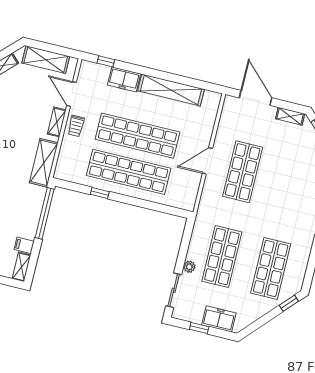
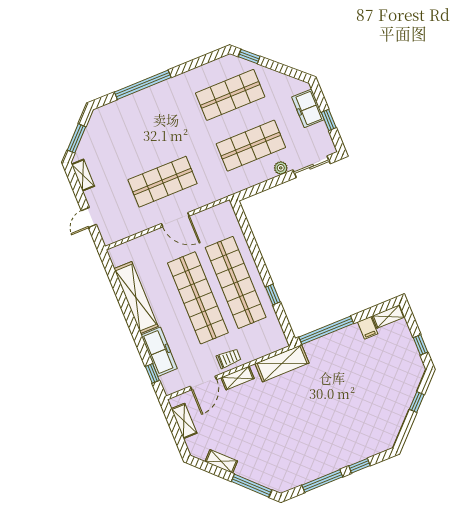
shelving: (46, 60) -> (184, 421), width x0.67, depth x0.75
freezer: (124, 79) -> (159, 352), width x1.40
door: (256, 98) -> (89, 218), width x0.53

